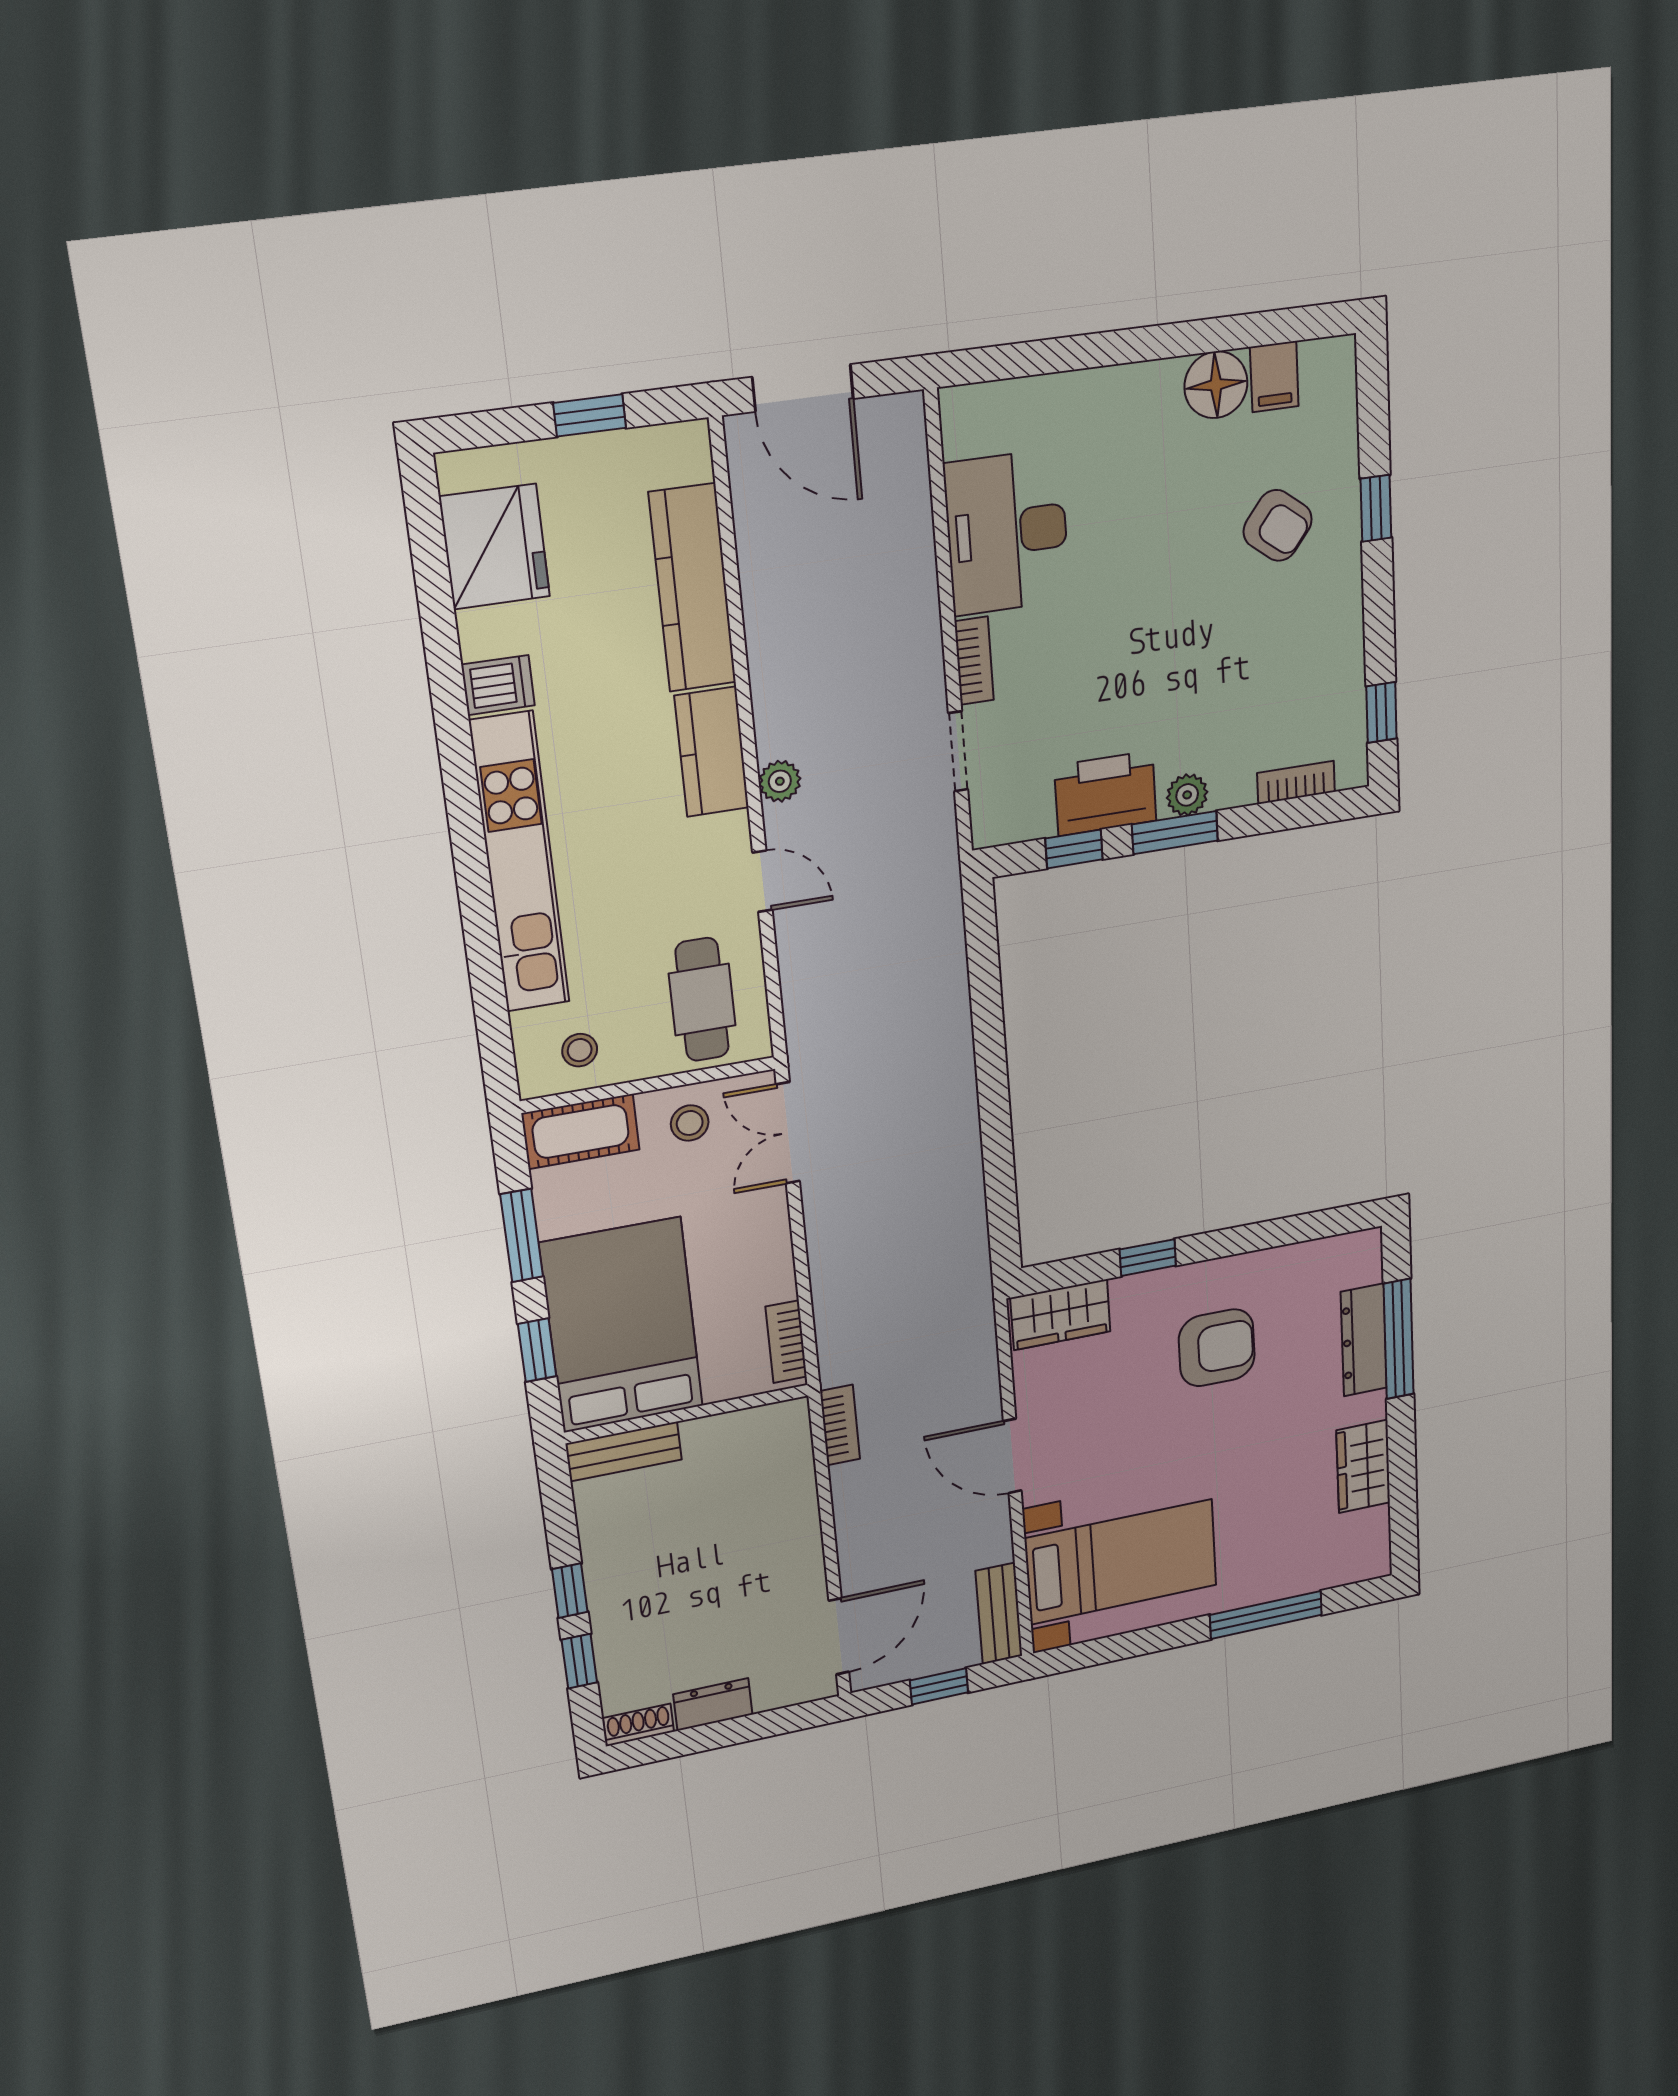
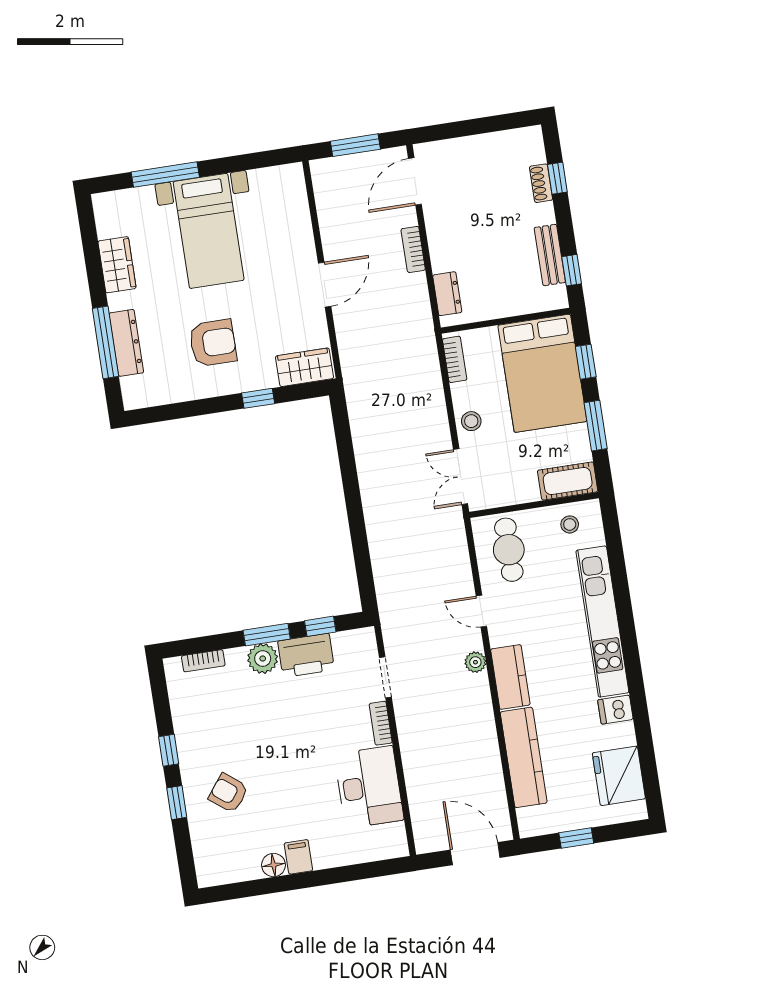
filing cabinet: (1274, 377) -> (298, 857), moved
floor lamp: (1216, 385) -> (273, 865), width x0.73, depth x0.73
window: (1381, 712) -> (169, 750), moved
plant: (1187, 795) -> (263, 659), width x1.38, depth x1.38
stool: (690, 1123) -> (471, 421), moved
double door: (788, 1133) -> (461, 477), swing flipped
armchair: (1217, 1348) -> (213, 343), turned 180
bookcase: (840, 1425) -> (413, 249), moved
bench: (624, 1452) -> (550, 255), moved, turned 90
door: (1012, 1456) -> (325, 285), hinge flipped
bed with nightstands: (1121, 1562) -> (209, 231), moved, turned -90
window: (570, 1591) -> (572, 270), moved
bench: (999, 1613) -> (324, 188), removed
window: (939, 1686) -> (355, 145), width x1.50
dresser: (713, 1704) -> (447, 294), moved, turned -90
shoe rack: (639, 1725) -> (541, 183), moved, turned 90

